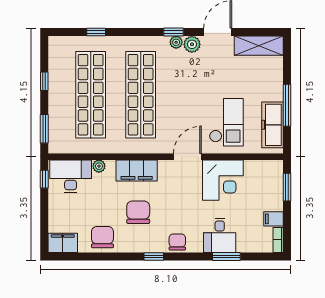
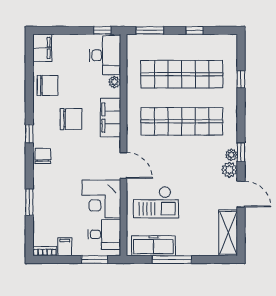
desk: (220, 235) -> (104, 234), moved, turned 180
chair: (177, 242) -> (43, 156), turned -90

